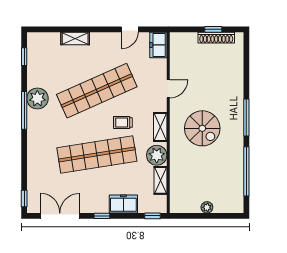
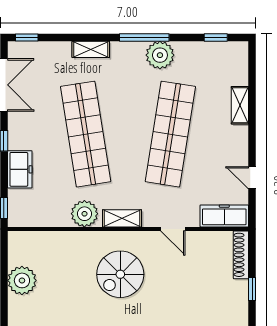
shoe rack: (216, 38) -> (241, 255), moved
freezer: (158, 45) -> (224, 216), width x1.40
shop shelf: (97, 91) -> (170, 134), turned 33
trolley: (123, 122) -> (128, 169), removed
shelving: (161, 180) -> (91, 49), moved
plant: (207, 207) -> (22, 280), width x1.88, depth x1.88

